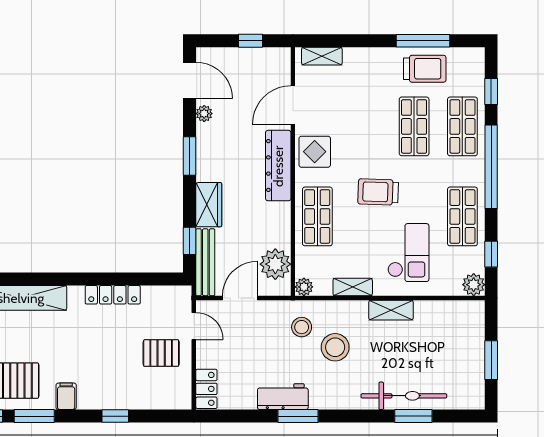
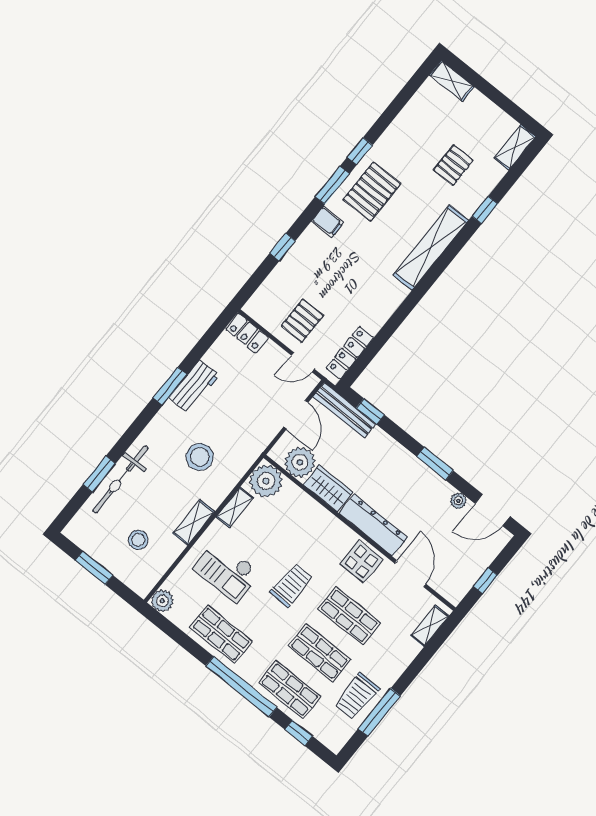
wardrobe: (209, 205) -> (328, 489), moved, turned 180
shop shelf: (317, 216) -> (349, 616), moved
window: (491, 254) -> (175, 633), removed
plant: (304, 287) -> (266, 481), width x1.88, depth x1.88
locker: (113, 295) -> (350, 353), moved
stool: (302, 327) -> (138, 540), moved

